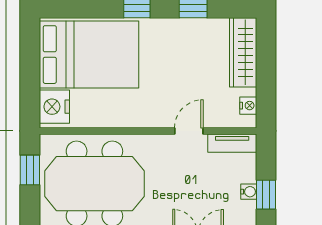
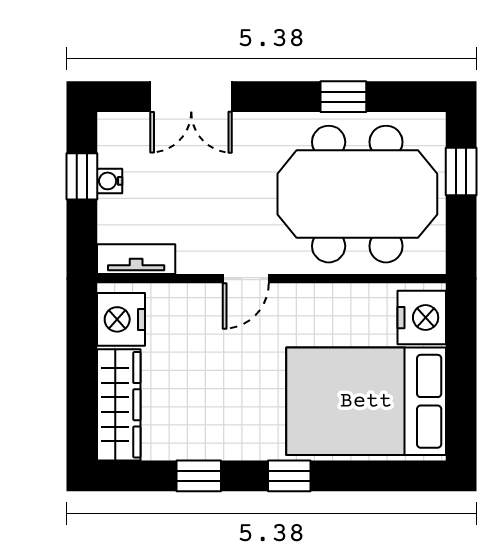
nightstand: (248, 106) -> (121, 319), width x1.89, depth x1.79
door: (189, 131) -> (246, 279), moved
window: (30, 170) -> (461, 172), moved

